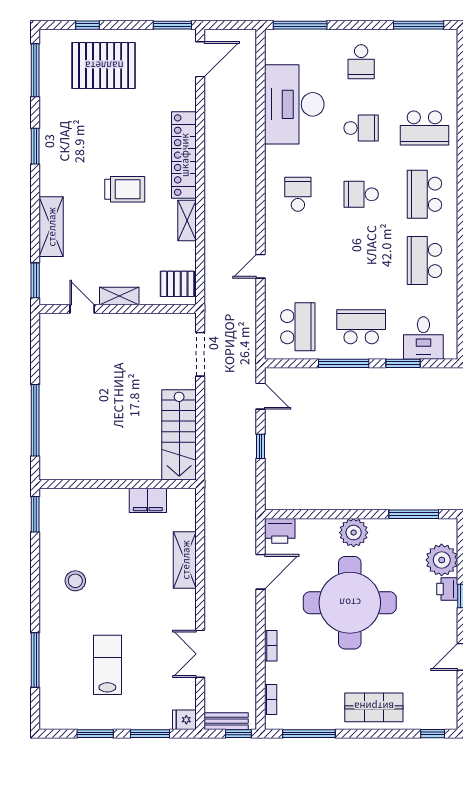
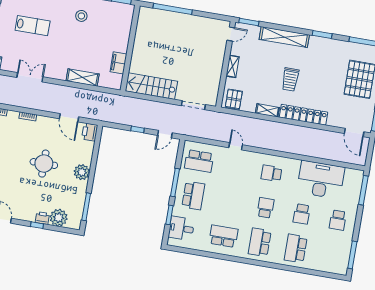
school desk: (361, 62) -> (338, 220), turned -90
school desk: (298, 194) -> (271, 173), turned 180
school desk: (424, 194) -> (260, 242), turned -90
shelving: (51, 227) -> (284, 37), width x1.47
door: (82, 309) -> (231, 34), moved
round table: (350, 603) -> (44, 164), width x0.54, depth x0.54

